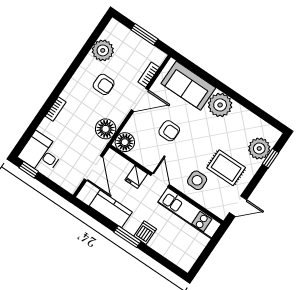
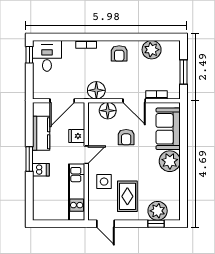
armchair: (104, 84) -> (119, 53), moved
floor lamp: (125, 142) -> (108, 111), moved

